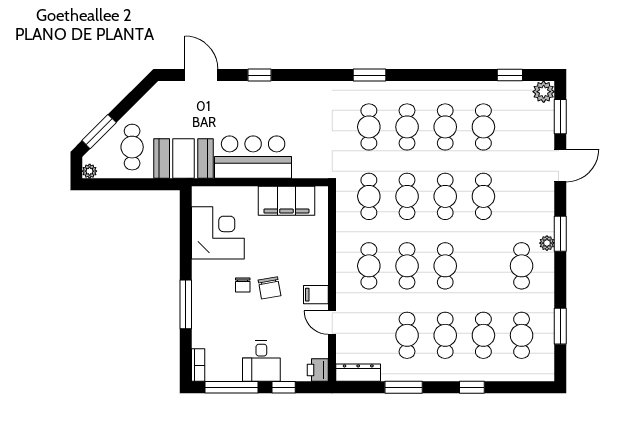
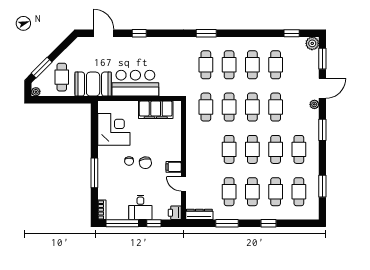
plant: (547, 243) -> (314, 104), moved
cafe table: (369, 266) -> (276, 149), moved

